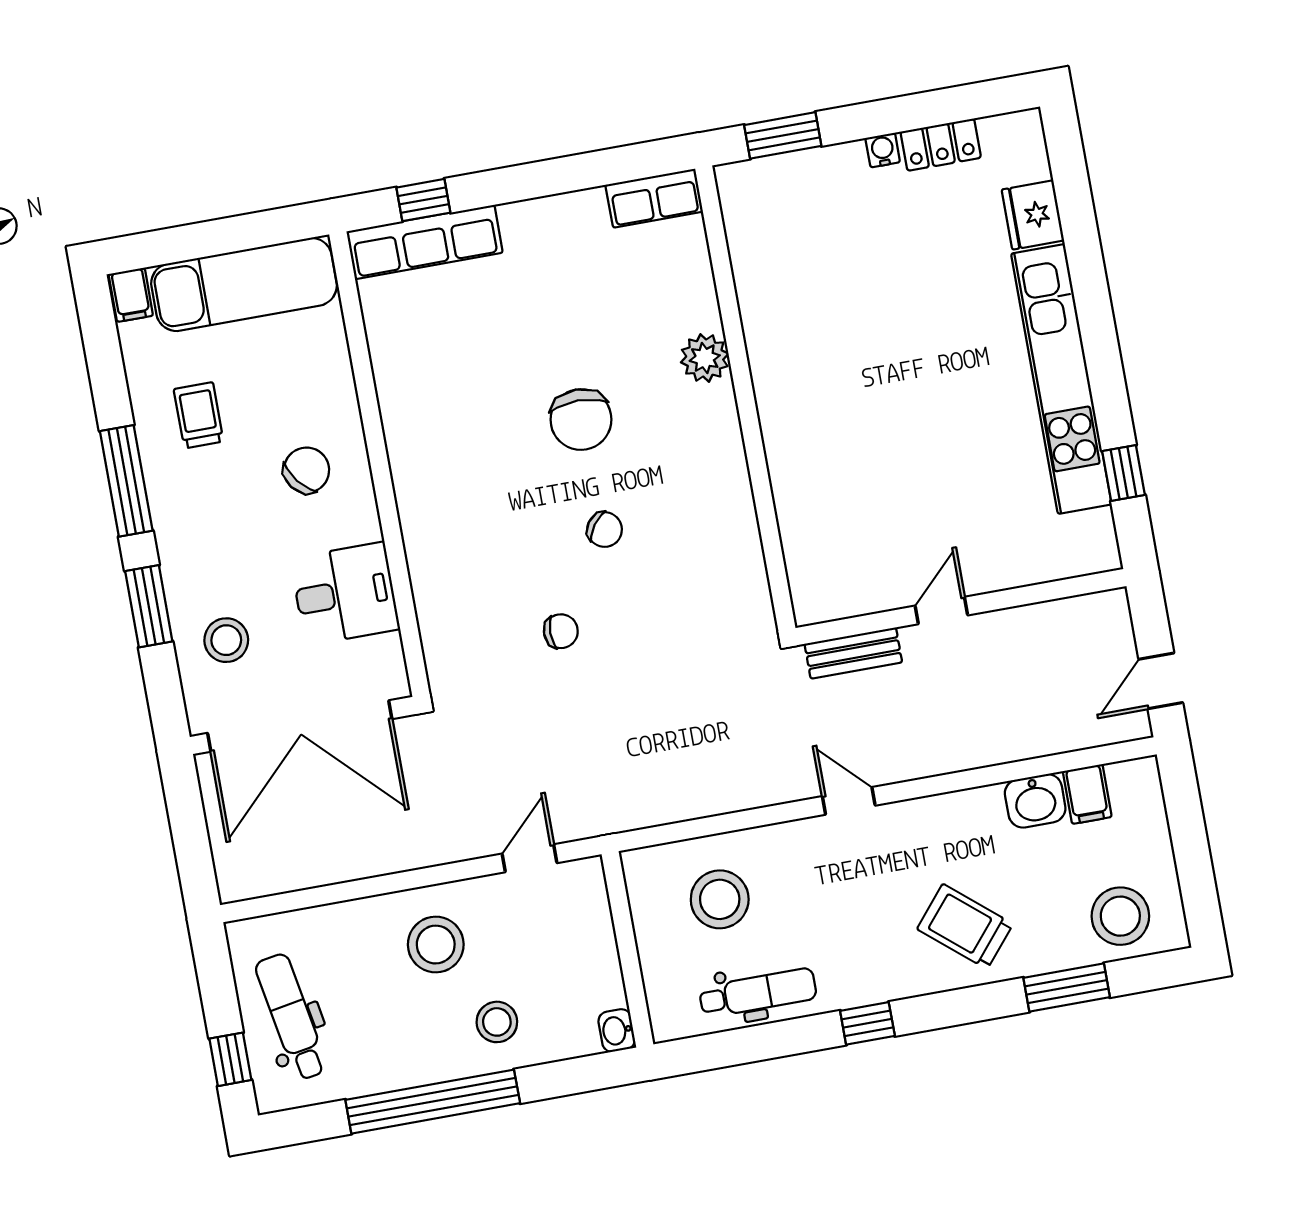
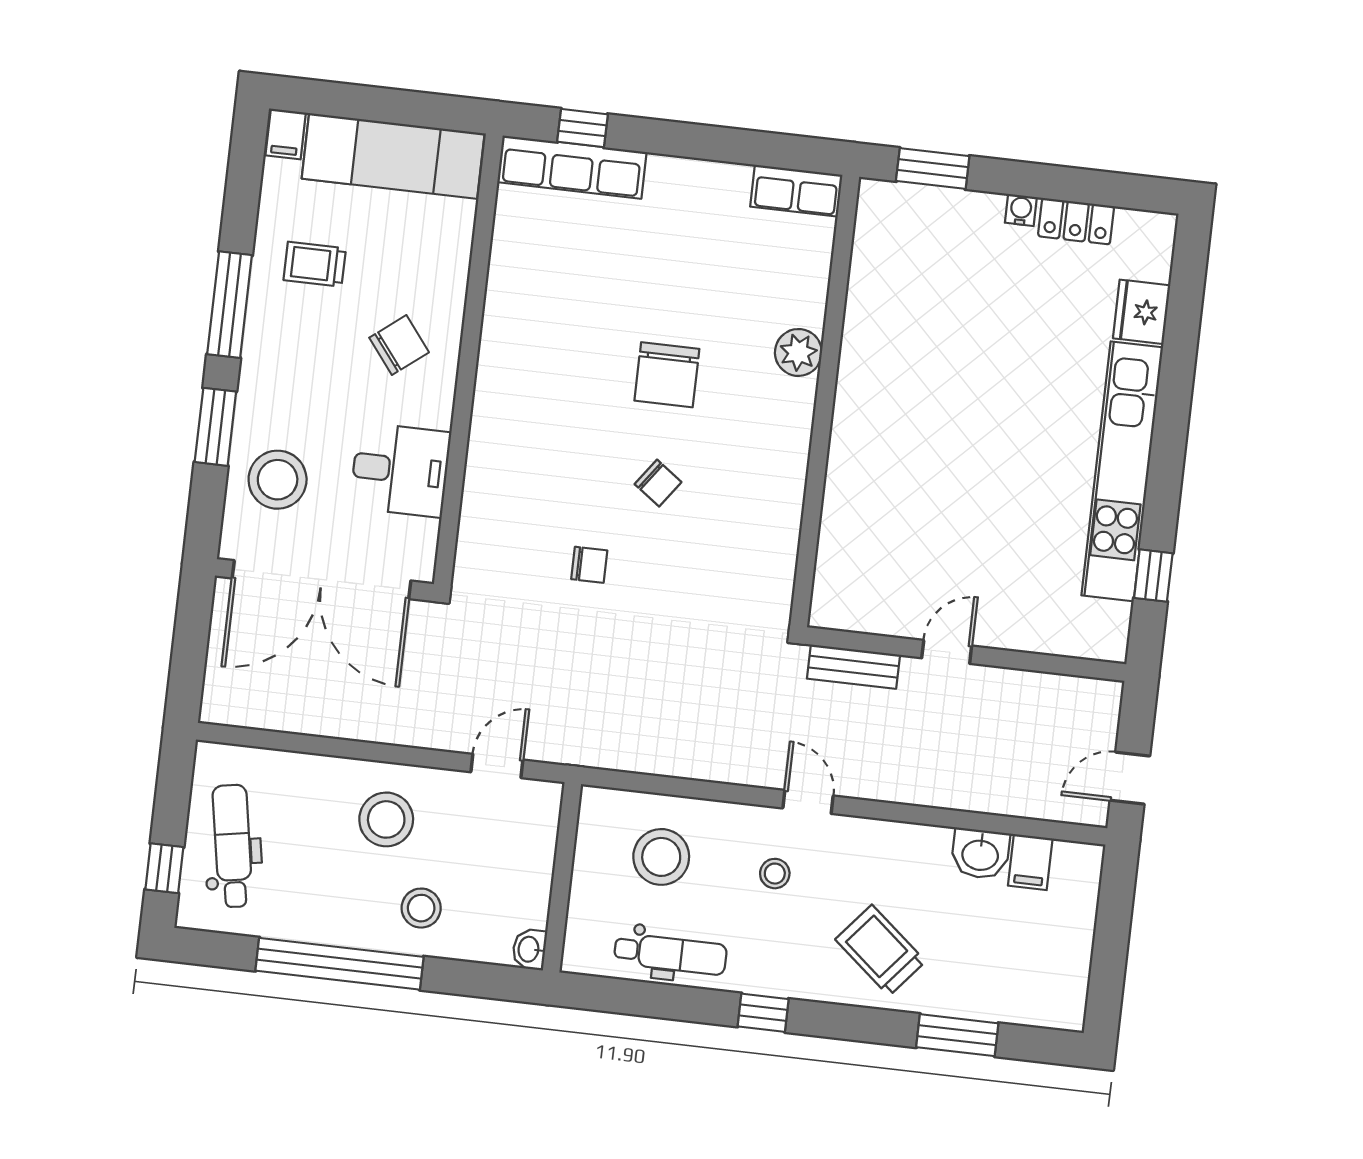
trolley: (199, 415) -> (315, 264), turned -90
stool: (226, 640) -> (278, 480), width x1.38, depth x1.38
stool: (1120, 916) -> (775, 874), moved, width x0.53, depth x0.53

